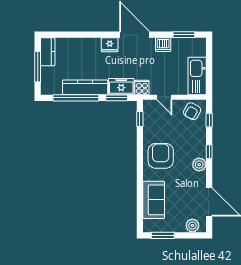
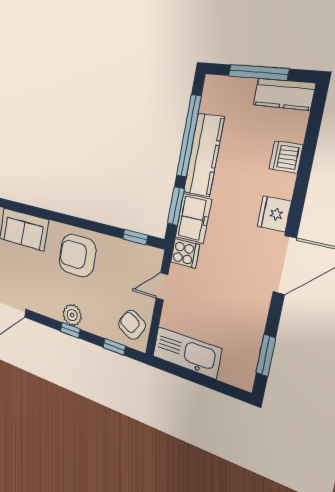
dishwasher: (163, 45) -> (286, 157), moved
armchair: (161, 156) -> (77, 255), turned 180
plant: (199, 165) -> (72, 315), moved

